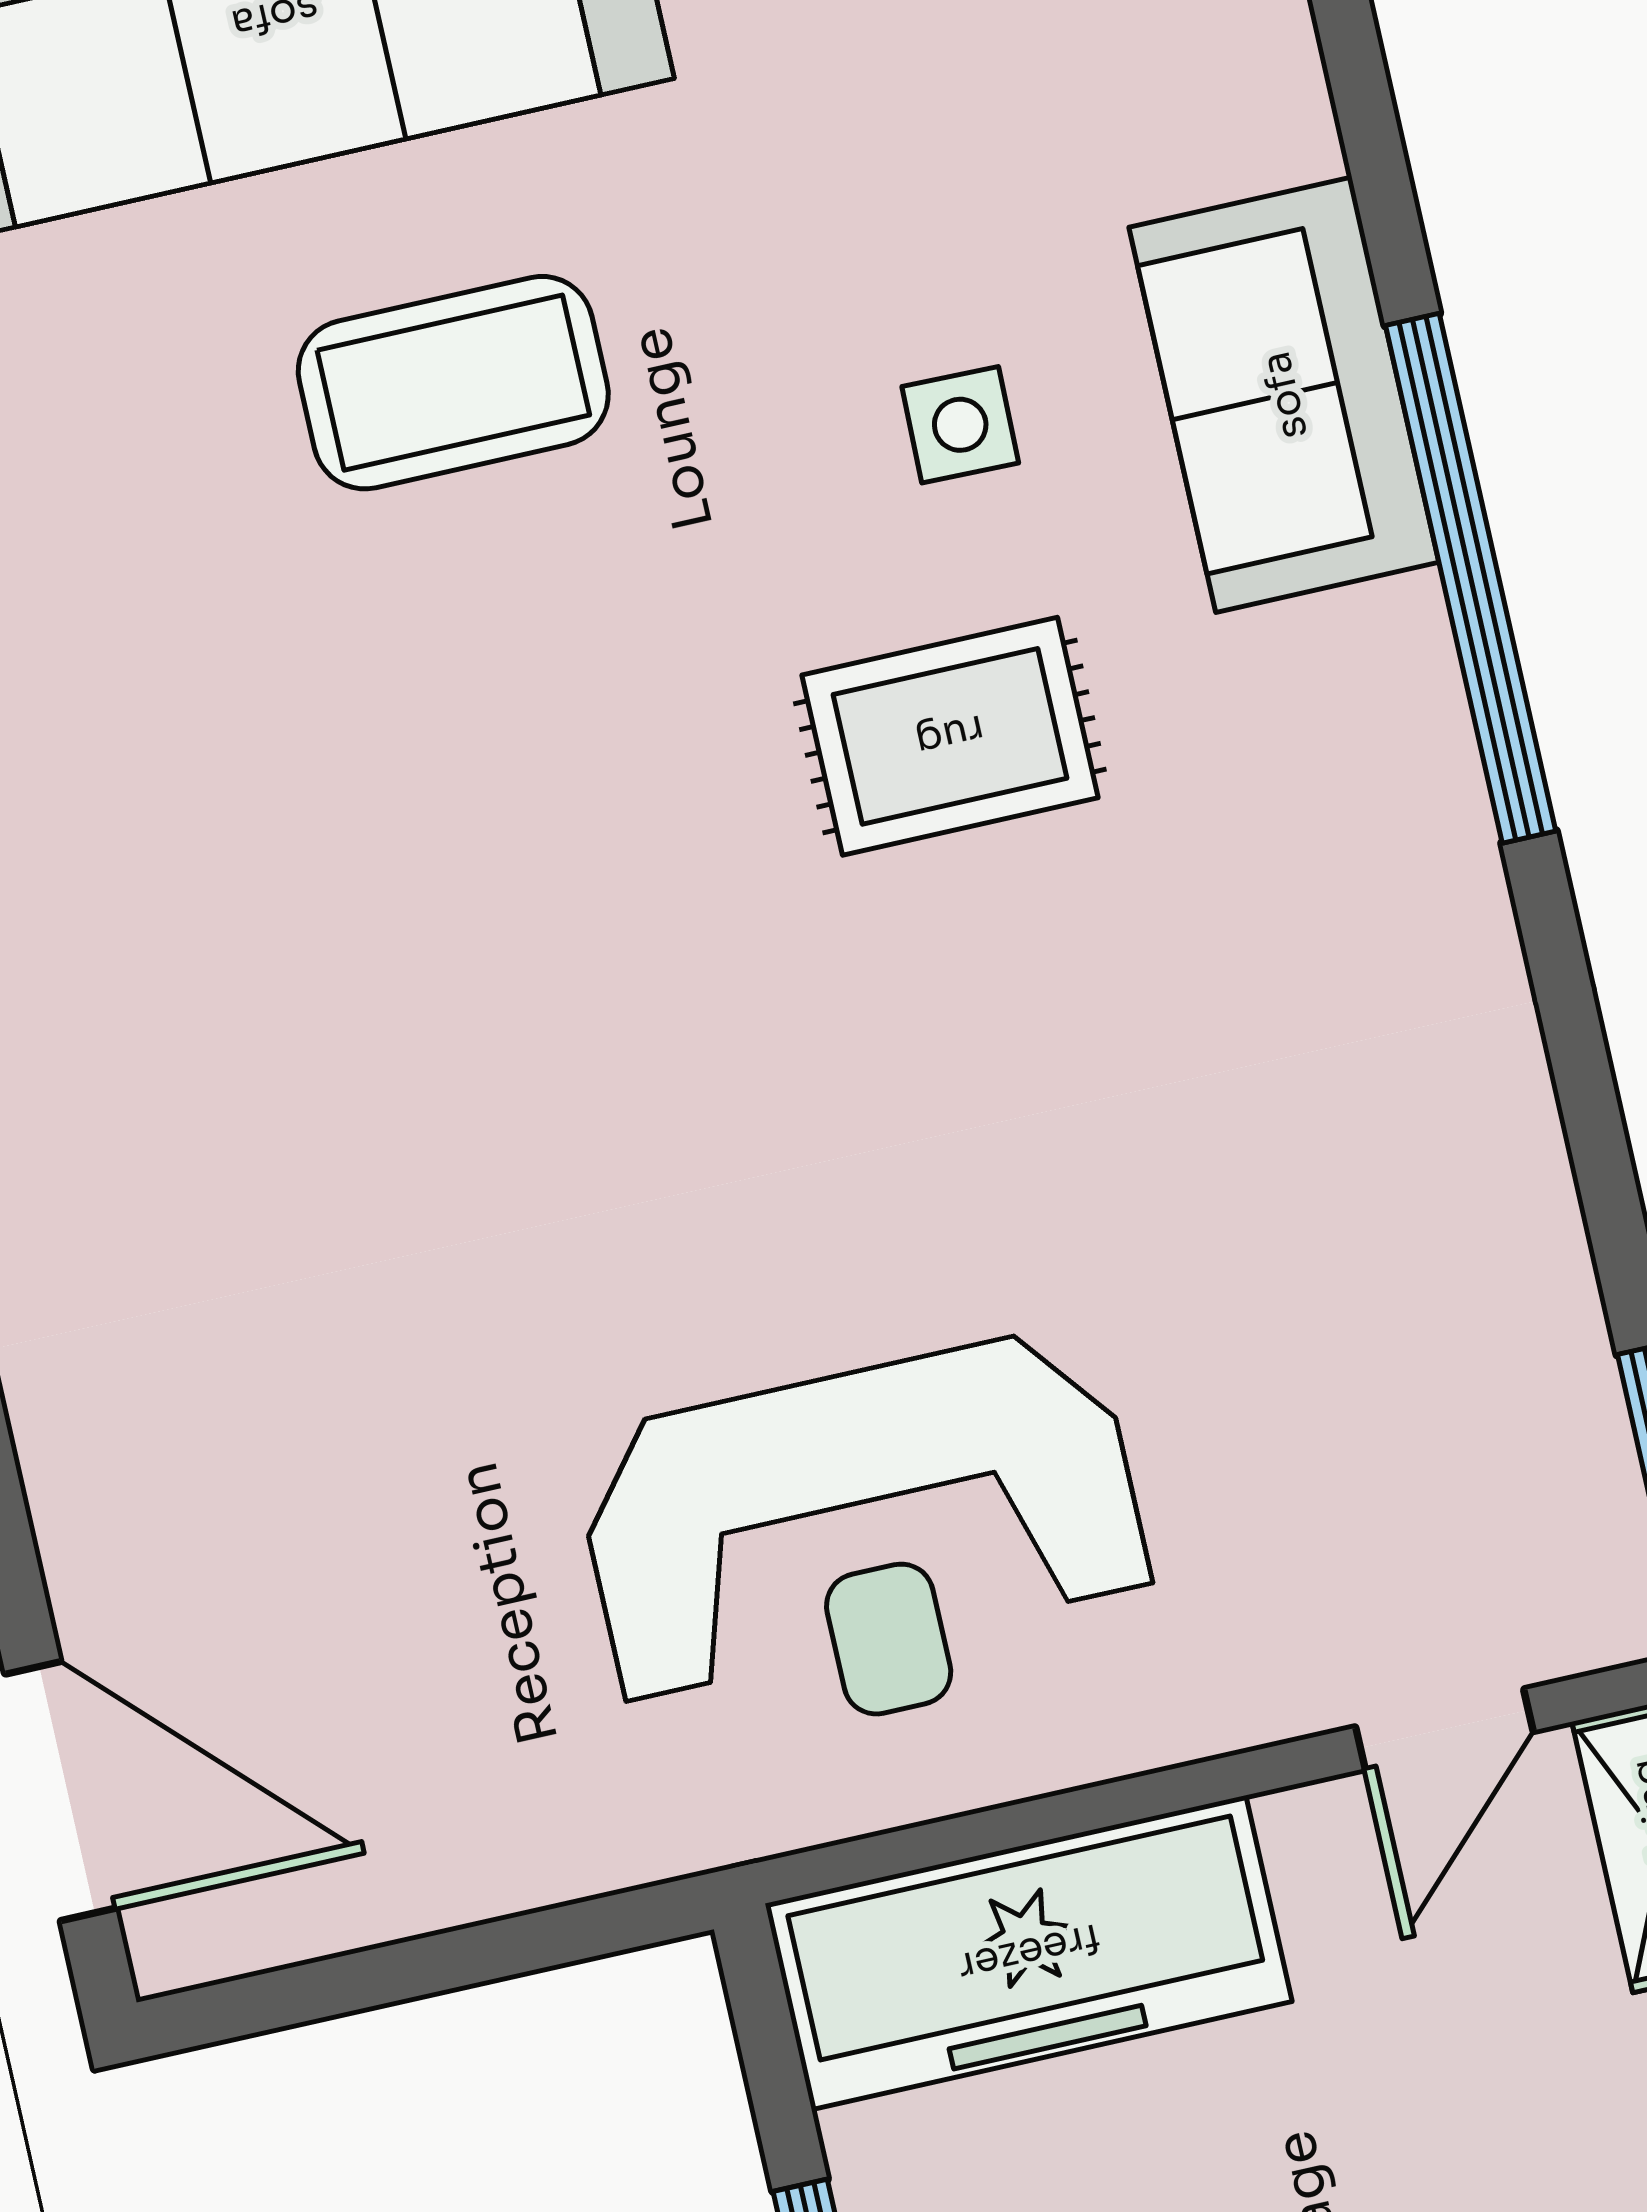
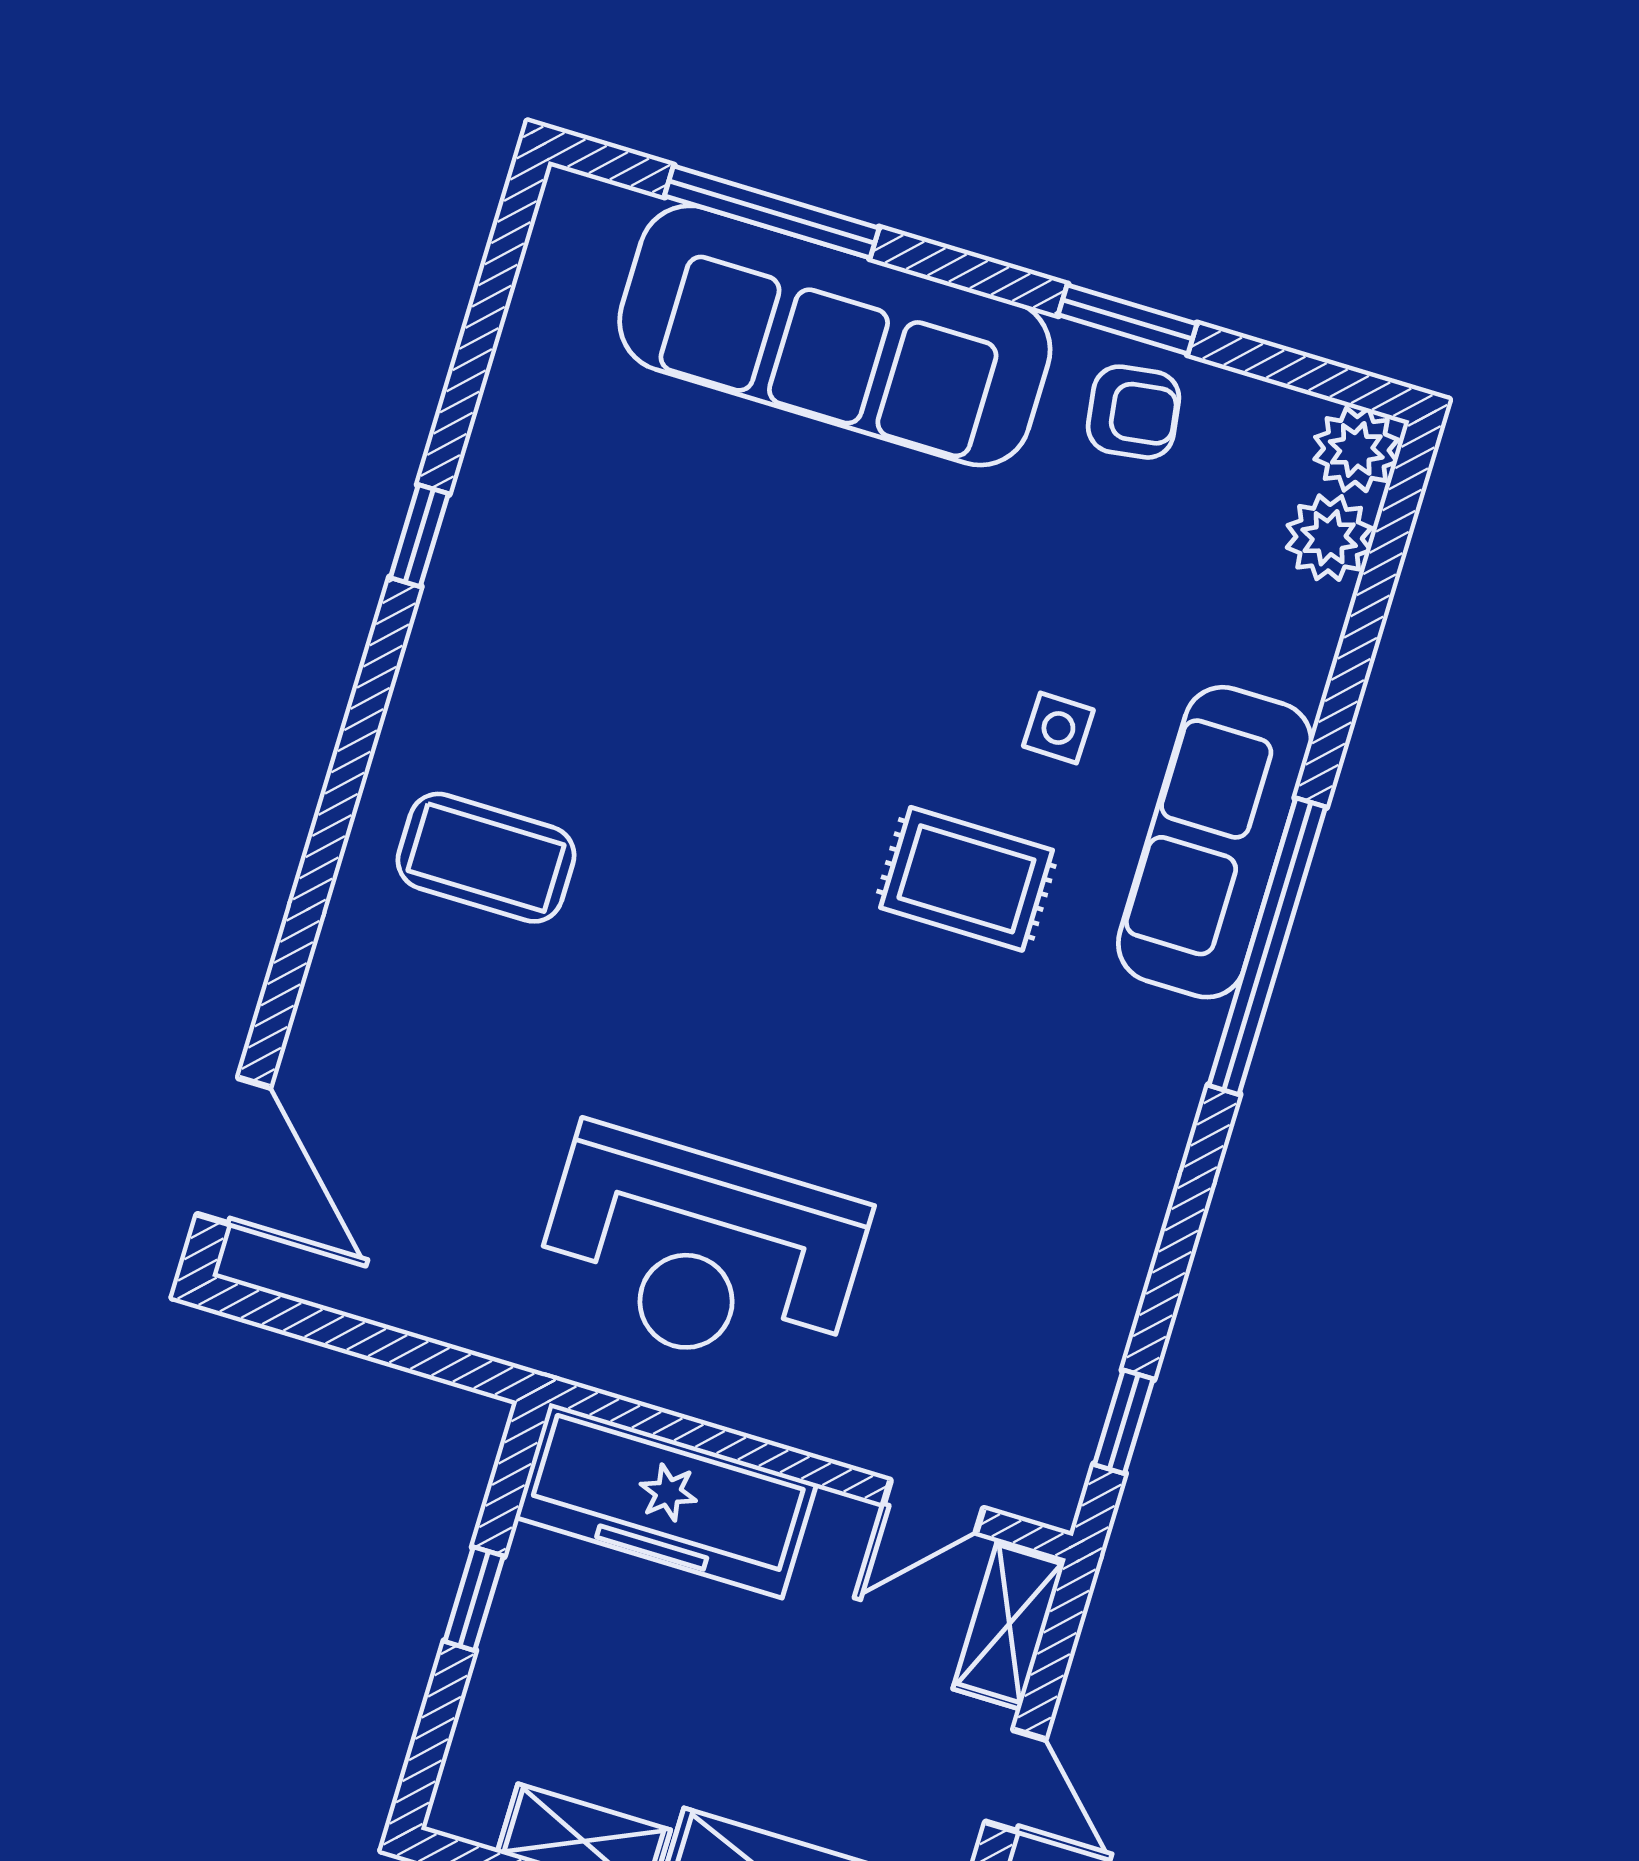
coffee table: (453, 383) -> (486, 858), moved
sofa: (1284, 395) -> (1215, 842), width x1.36

